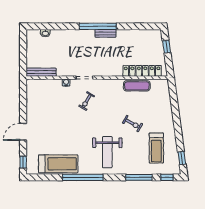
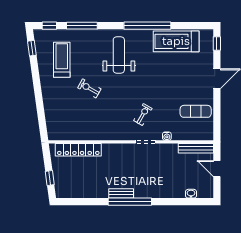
door: (23, 55) -> (217, 169), added
exercise mat: (137, 86) -> (196, 111), moved

